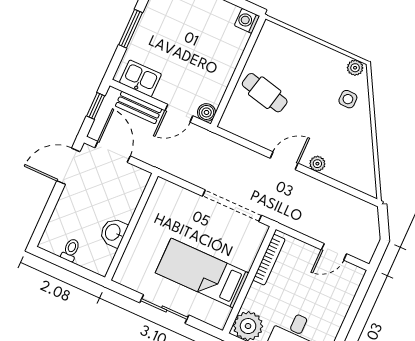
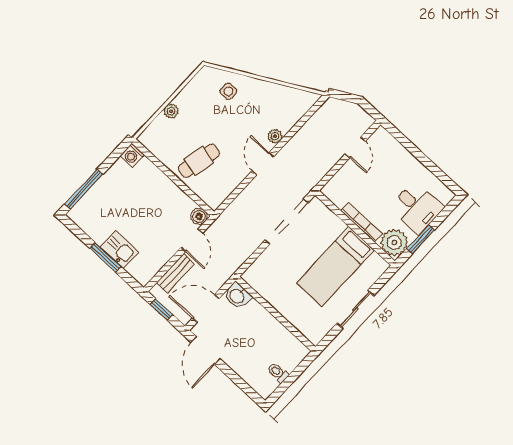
plant: (355, 68) -> (171, 111), moved
kitchen sink: (140, 78) -> (119, 249), moved, turned 90
washbasin: (113, 232) -> (237, 296), moved
bookcase: (269, 260) -> (361, 222), moved

